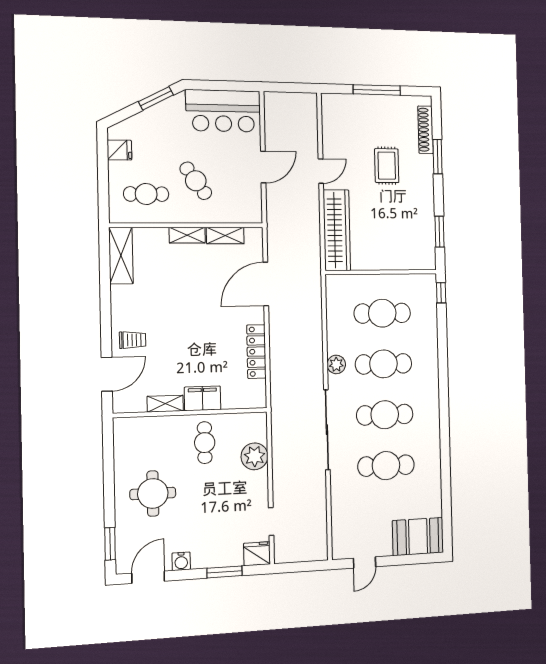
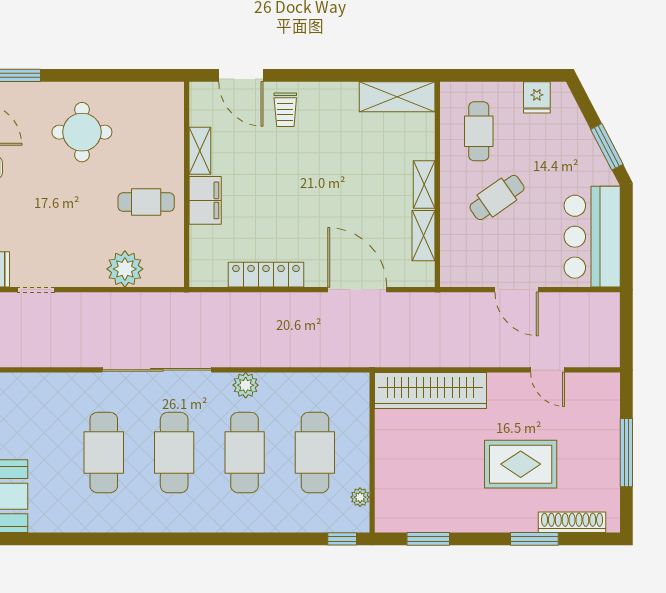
rug: (387, 166) -> (521, 464), width x1.36, depth x1.43
door: (321, 171) -> (548, 370), moved
plant: (412, 280) -> (360, 497), added

